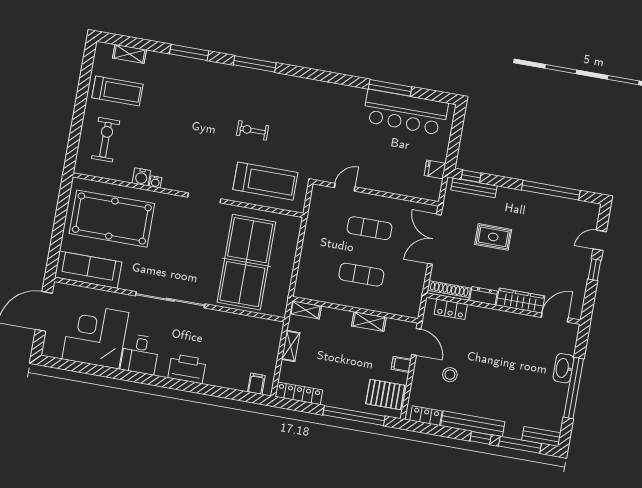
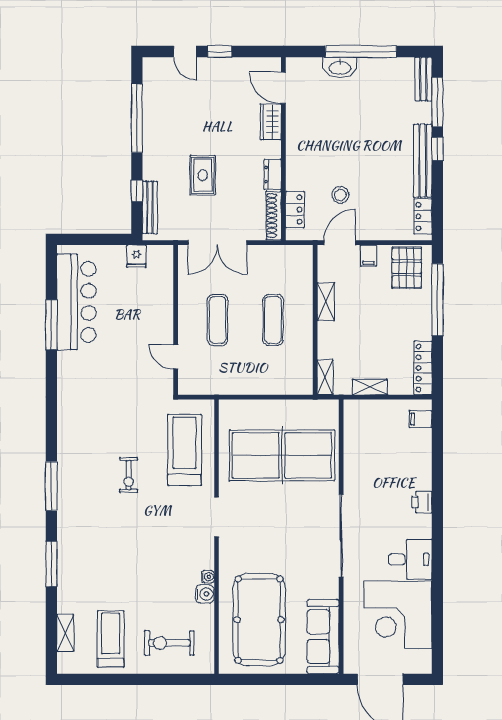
window: (471, 176) -> (137, 191), moved
wardrobe: (520, 301) -> (271, 122), width x0.67
printer: (187, 369) -> (422, 502), width x0.53, depth x0.68
stool: (450, 375) -> (340, 195), moved

